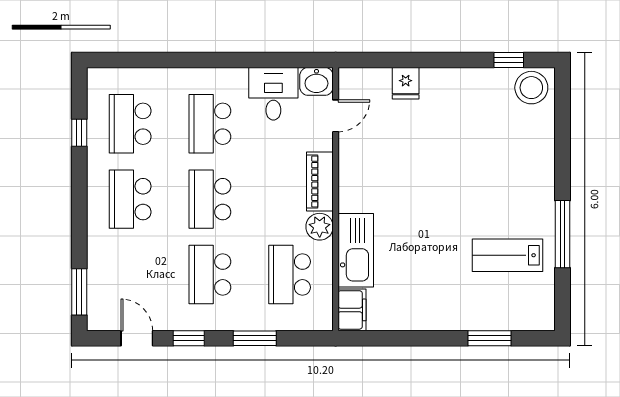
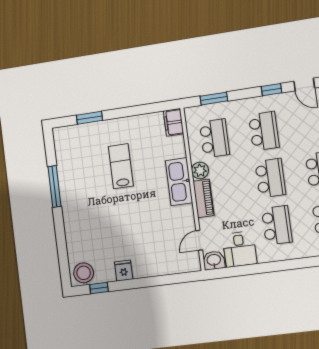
fridge: (406, 83) -> (124, 271), moved
kitchen sink: (356, 250) -> (179, 182), moved
lab bench: (508, 255) -> (121, 166), moved, turned -90
window: (255, 338) -> (214, 99), moved

